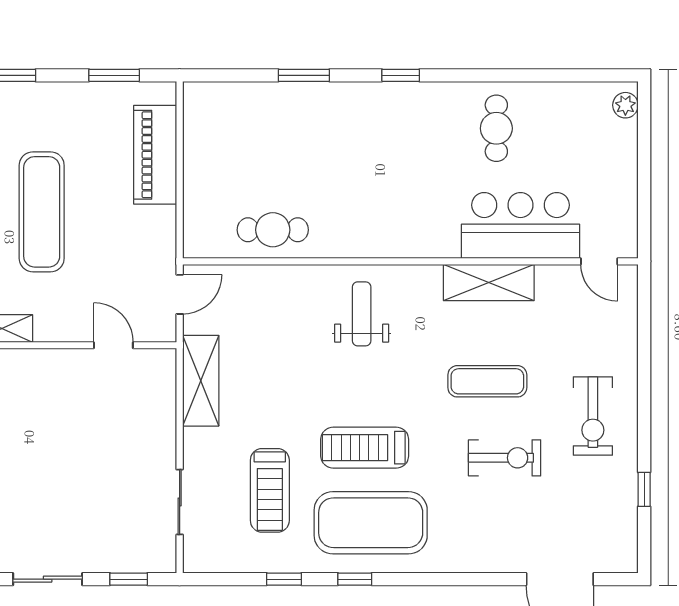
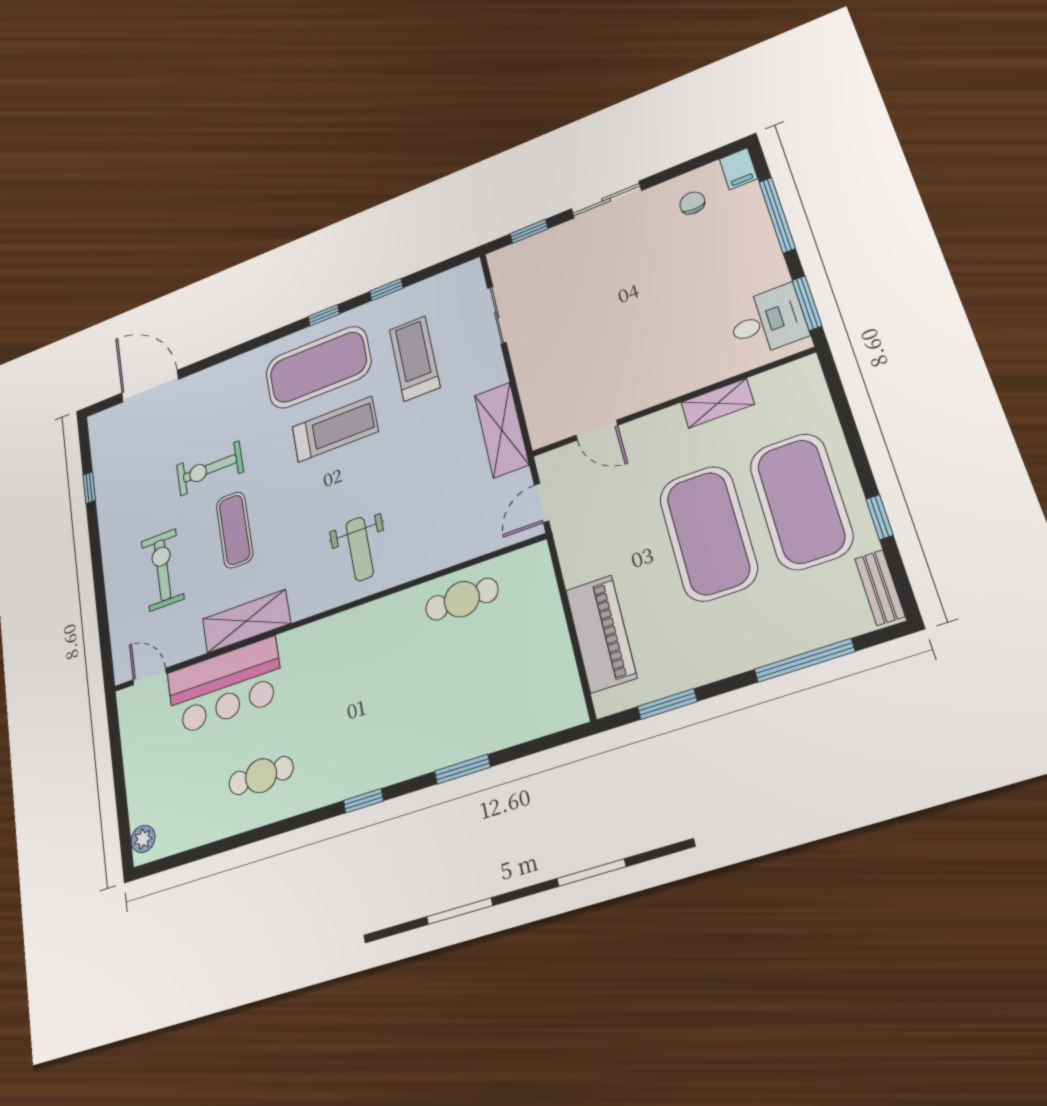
cafe table: (496, 128) -> (261, 776), turned 90
exercise mat: (42, 212) -> (708, 533), width x1.47
exercise mat: (487, 381) -> (235, 530), turned 90
exercise bike: (593, 416) -> (163, 570), moved

